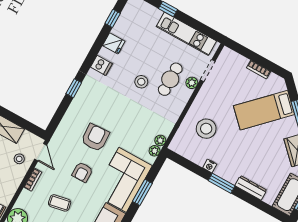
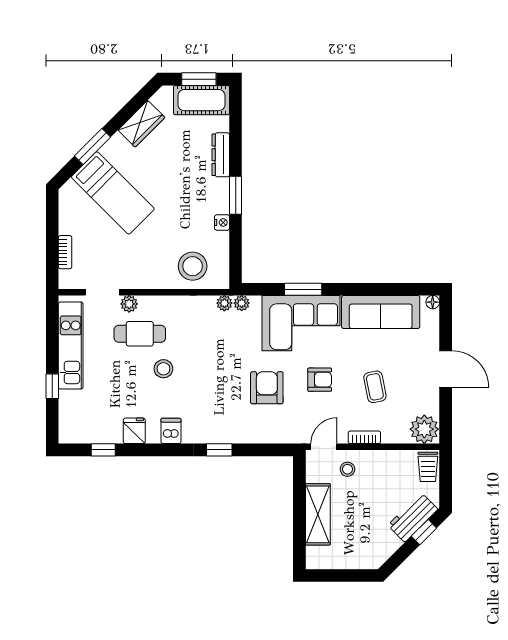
bookcase: (259, 69) -> (65, 252), moved
stool: (206, 129) -> (193, 266), moved
armchair: (95, 138) -> (267, 388), turned 93

